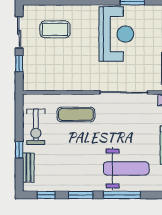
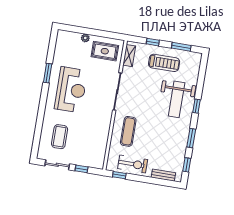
reception desk: (116, 34) -> (71, 90), turned 90
window: (19, 150) -> (119, 175), moved
weight bench: (126, 169) -> (177, 99), turned 180
window: (122, 195) -> (197, 106), width x0.46

